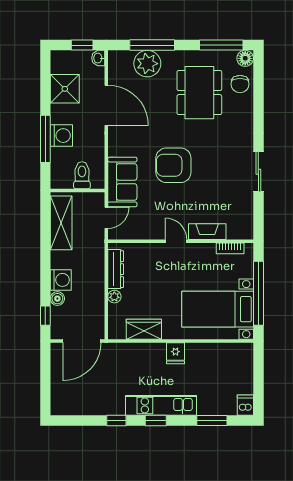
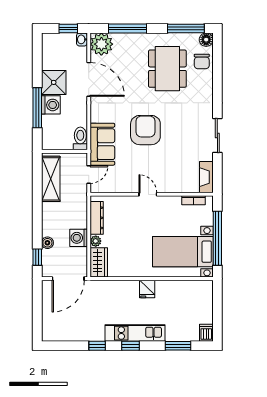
plant: (147, 64) -> (101, 44), moved
shower: (65, 89) -> (54, 82), moved
armchair: (173, 165) -> (145, 130), turned 90
toilet: (82, 175) -> (80, 138), moved
fireplace: (207, 232) -> (206, 177), moved, turned -90
washing machine: (61, 280) -> (79, 238), moved, turned 180
wardrobe: (144, 329) -> (99, 262), moved, turned 90

